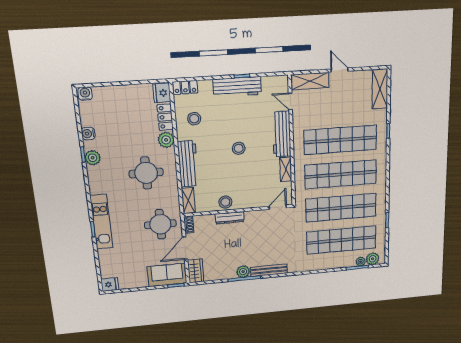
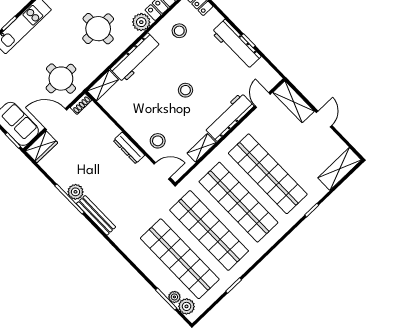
stool: (225, 202) -> (158, 141), moved
dresser: (230, 218) -> (129, 148), moved

